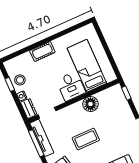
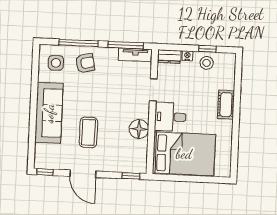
bed: (87, 66) -> (184, 154), width x1.50
doorway: (47, 113) -> (153, 90), moved
tv unit: (42, 138) -> (135, 55), width x0.71
coffee table: (86, 139) -> (88, 132), moved

